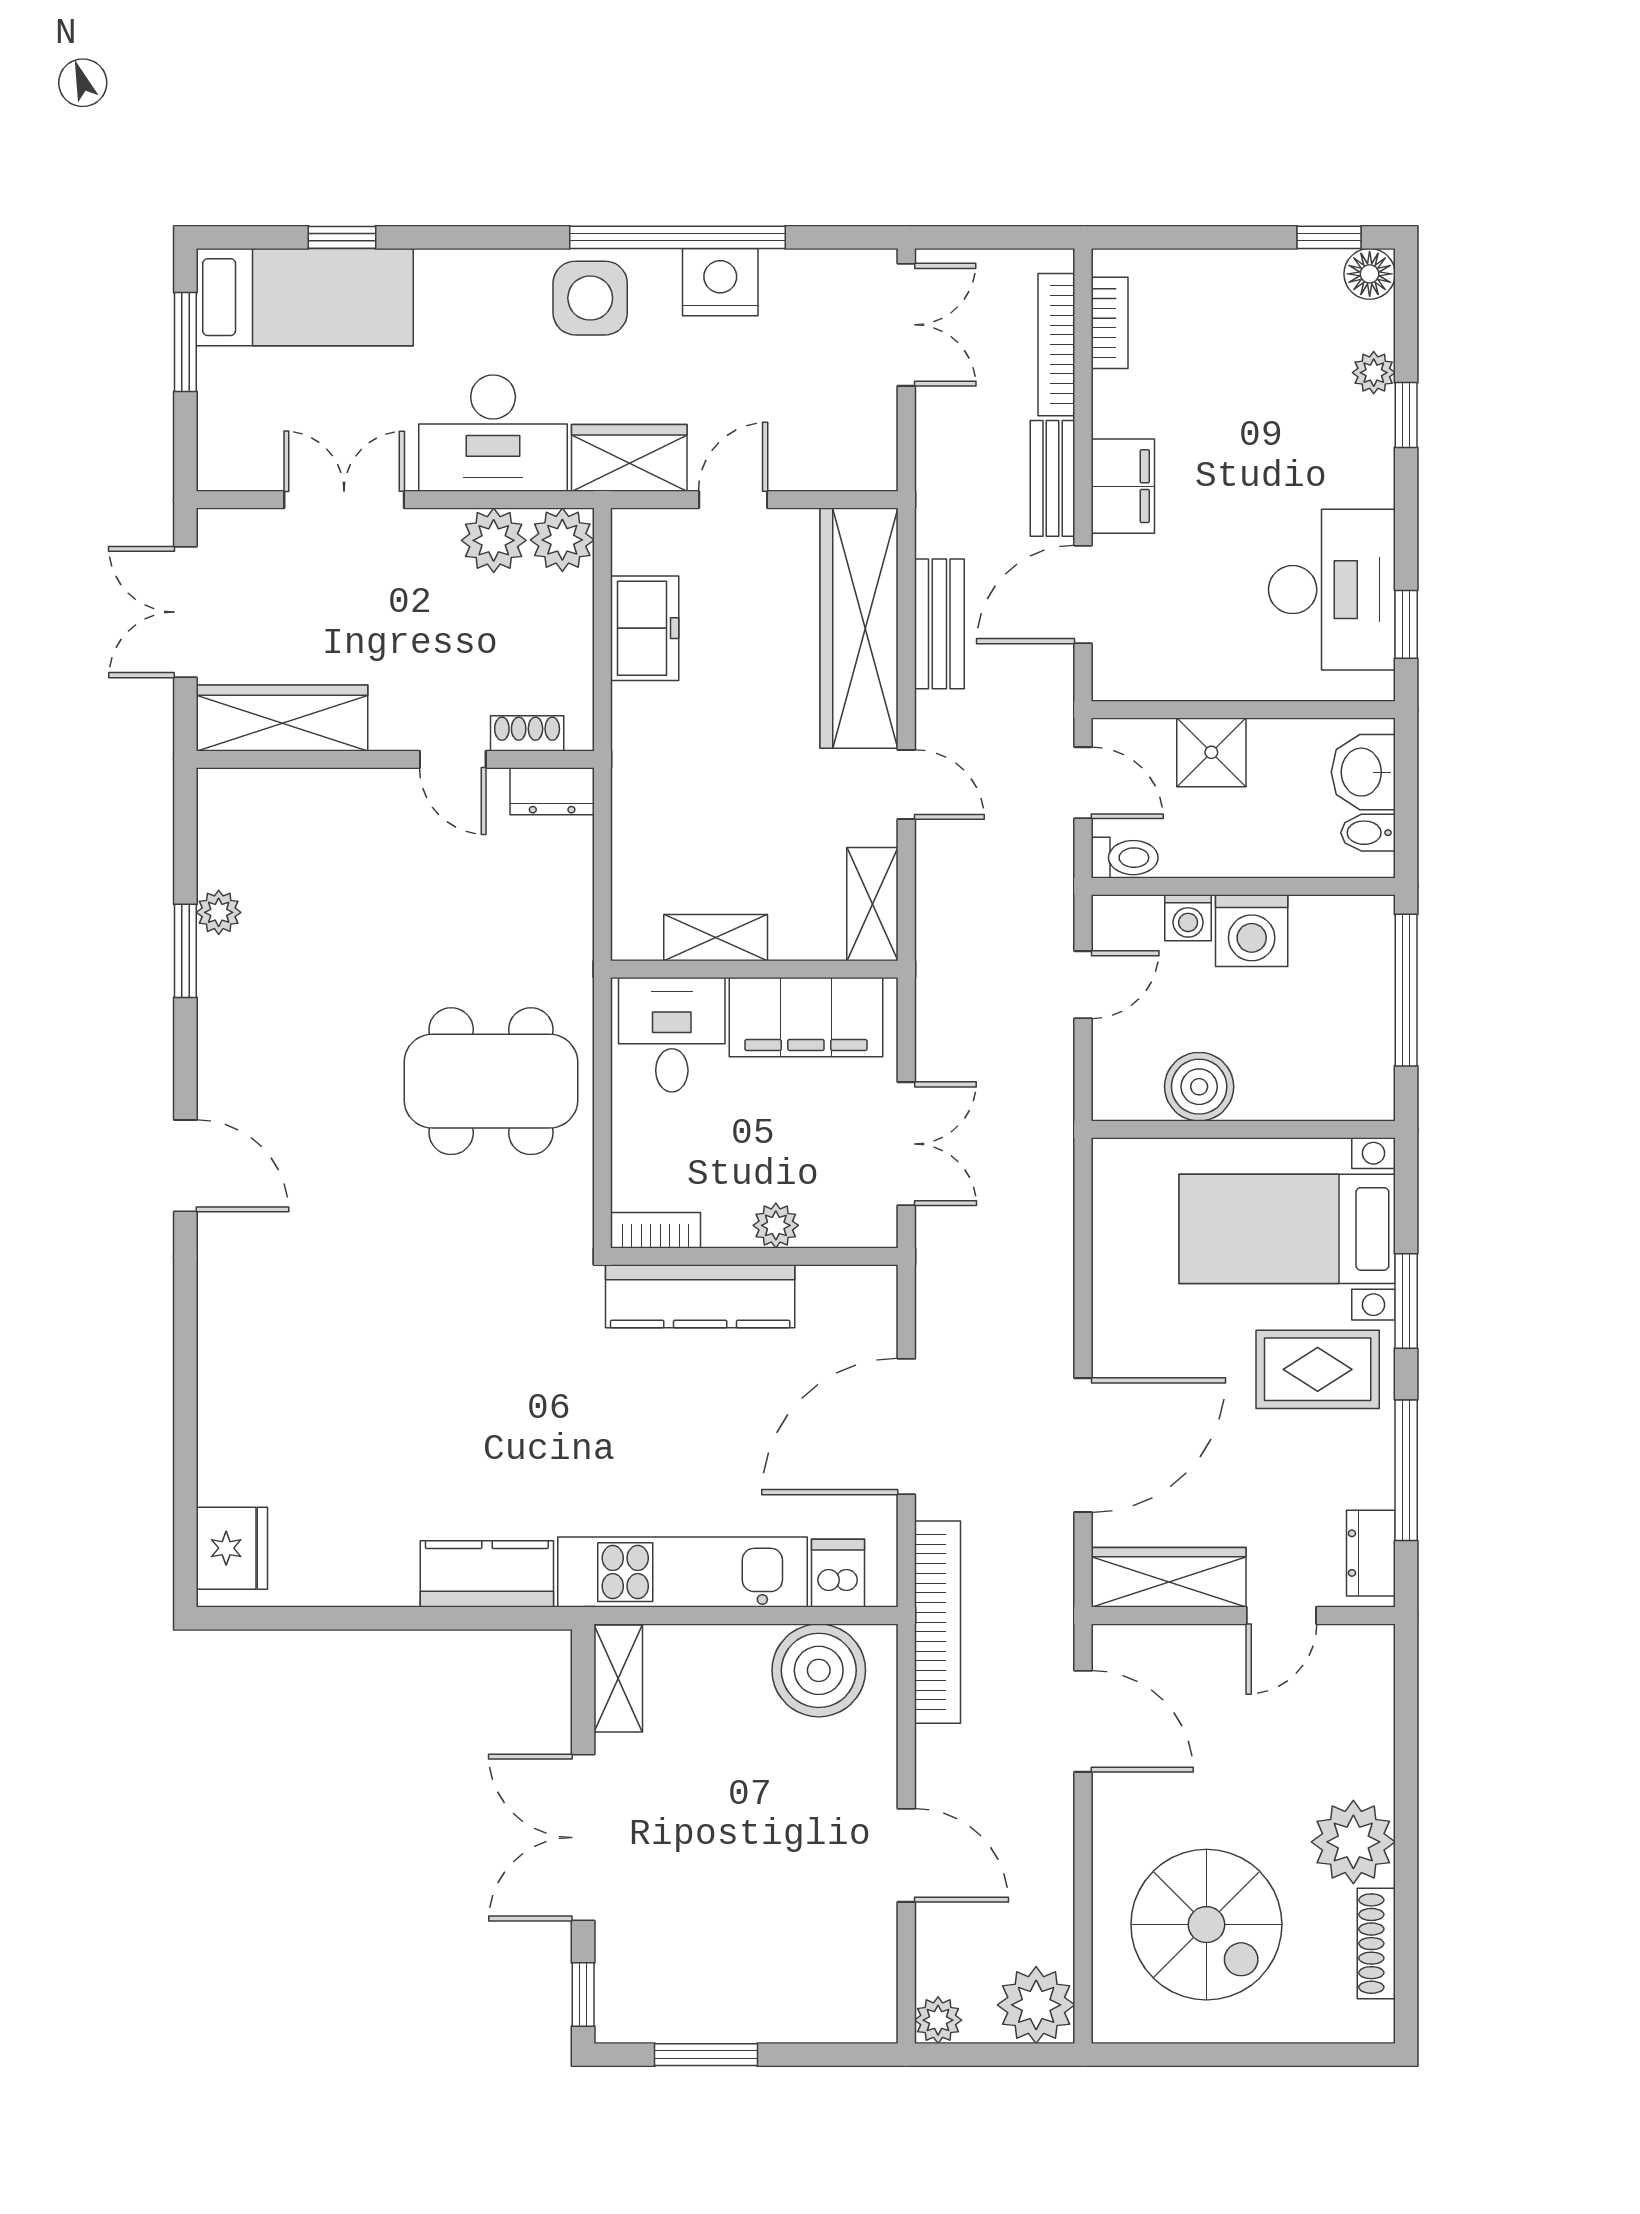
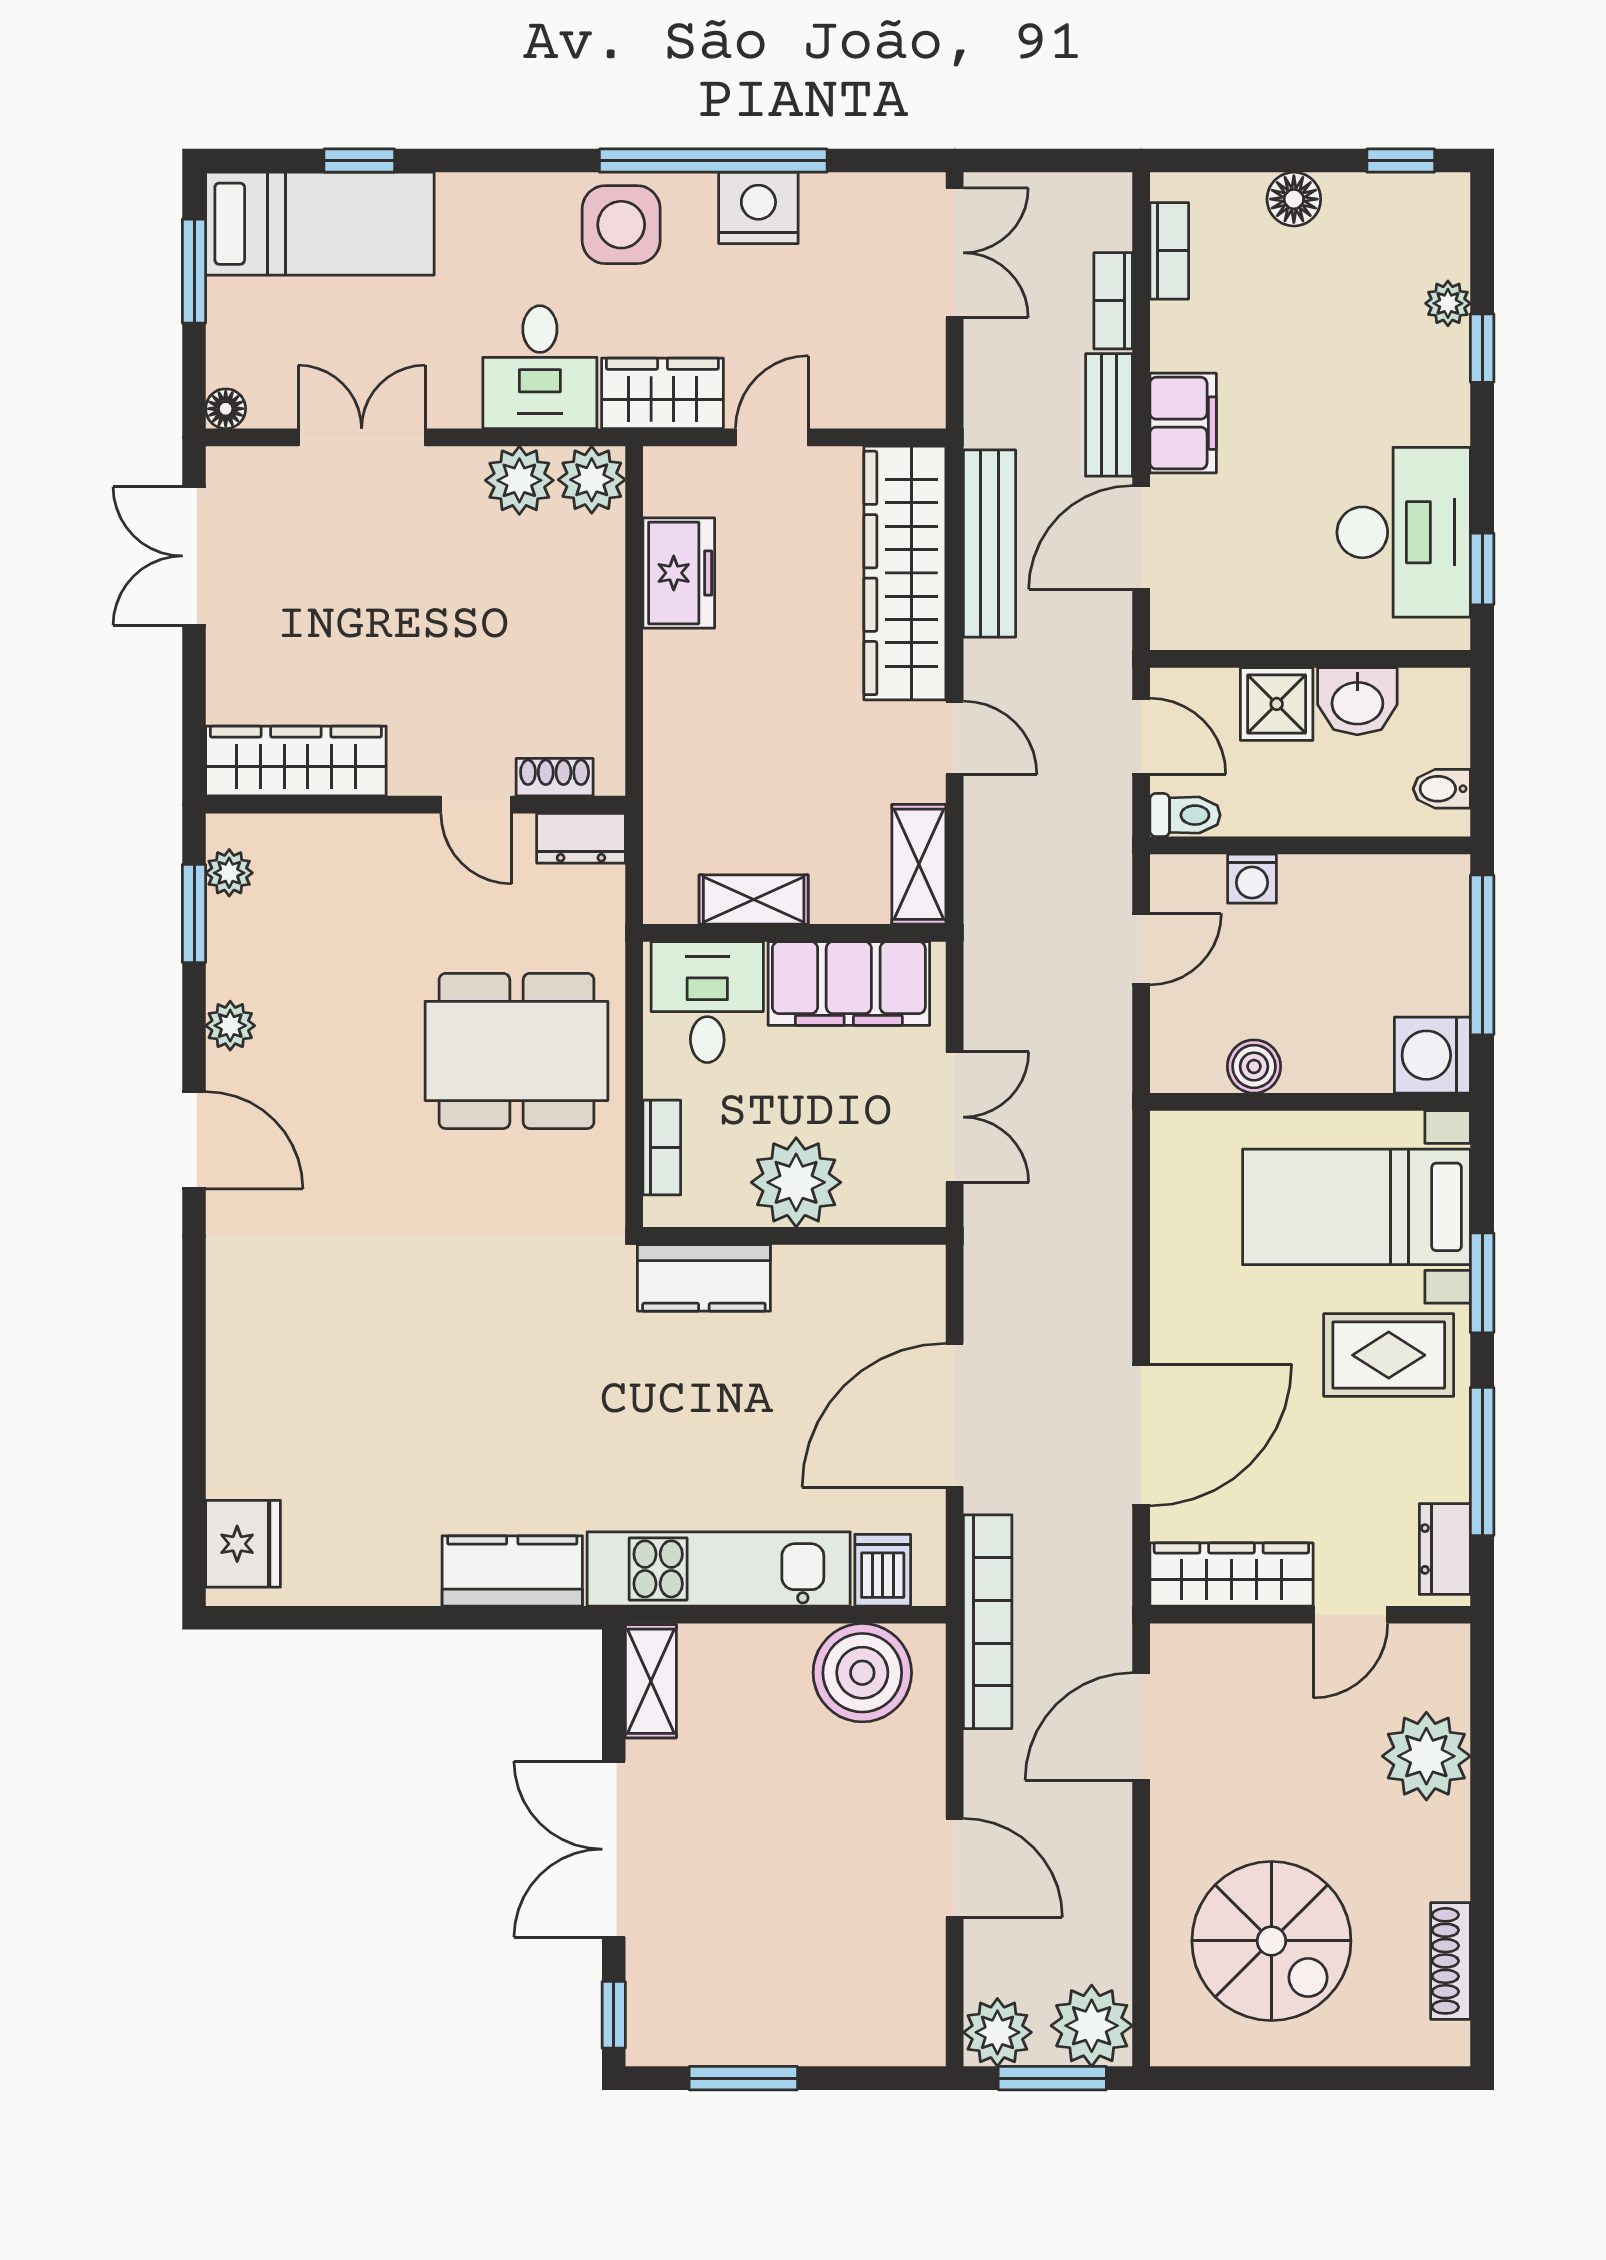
floor lamp: (1370, 274) -> (1294, 199), moved
bookcase: (1056, 345) -> (1113, 301), width x0.64
desk: (493, 433) -> (540, 367), width x0.73
floor lamp: (215, 472) -> (226, 409), added
bench: (939, 624) -> (990, 543), width x1.36
wardrobe: (282, 718) -> (296, 761), moved
shoe rack: (527, 733) -> (555, 777), moved
wall: (395, 759) -> (415, 805), moved
door: (453, 759) -> (476, 805), moved
washbasin: (1363, 772) -> (1357, 701), moved, turned -90
dresser: (552, 791) -> (581, 838), moved
washing machine: (1252, 931) -> (1432, 1055), moved, turned 90
plant: (220, 1057) -> (230, 1026), added
boiler: (1199, 1087) -> (1254, 1066), width x0.73, depth x0.73
plant: (776, 1225) -> (796, 1182), width x1.88, depth x1.88
bookcase: (656, 1230) -> (662, 1148), moved, turned 90
kitchen counter: (700, 1296) -> (704, 1278), width x0.67
door: (1083, 1721) -> (1141, 1726), swing flipped
plant: (1353, 1842) -> (1426, 1756), moved
plant: (938, 2020) -> (997, 2032), width x1.38, depth x1.38
window: (999, 2055) -> (1052, 2078), added

